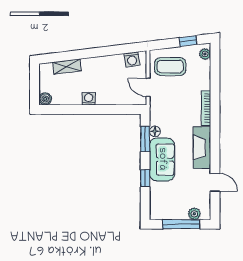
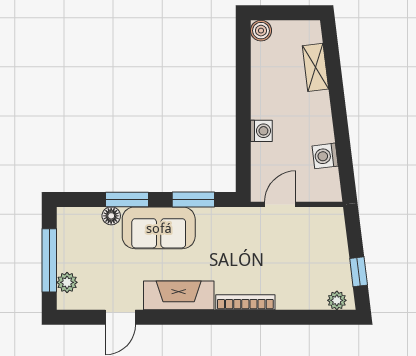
washing machine: (132, 59) -> (325, 156), moved
coffee table: (170, 67) -> (316, 242), removed
washing machine: (89, 99) -> (261, 131), moved
floor lamp: (155, 131) -> (111, 216), moved
window: (145, 178) -> (127, 199), width x1.50

